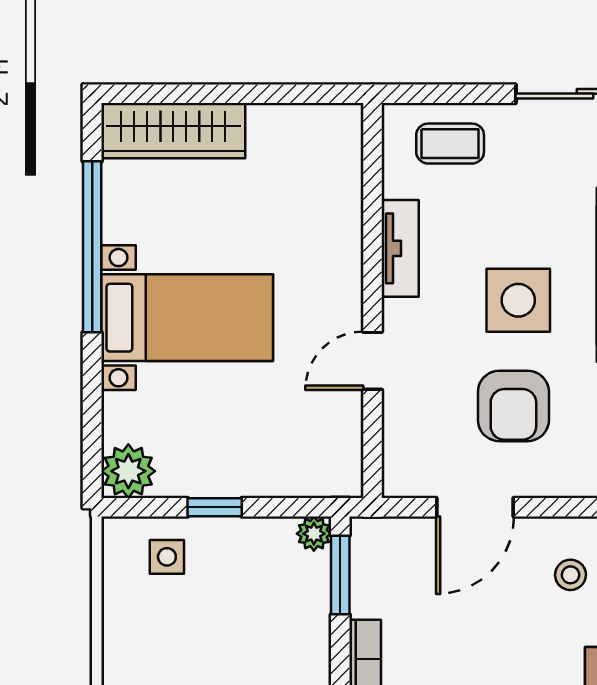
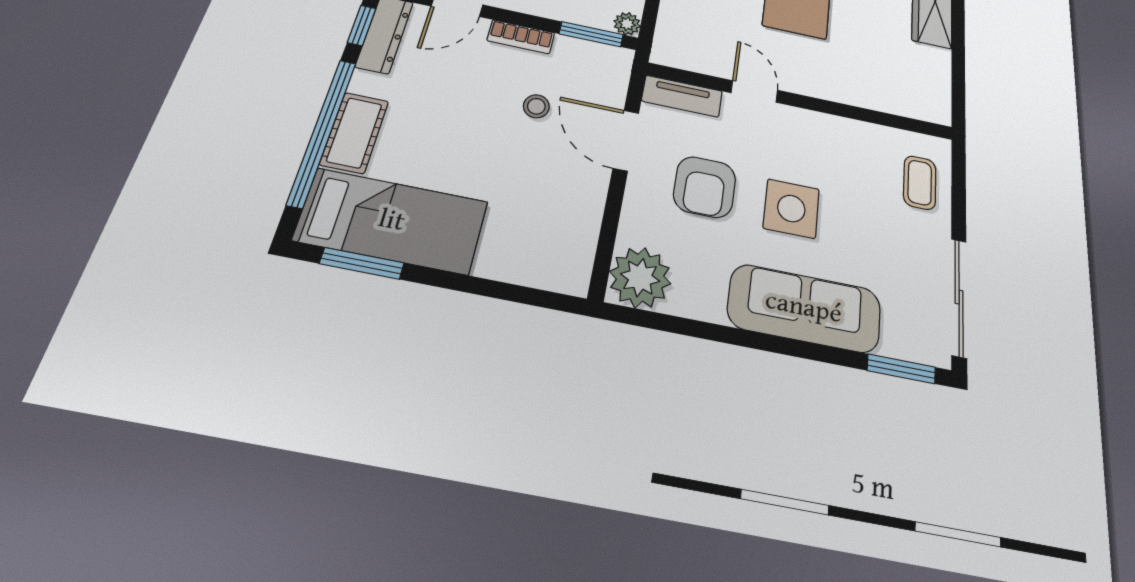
tv unit: (400, 248) -> (682, 96), moved
armchair: (513, 406) -> (705, 187), turned -90
stool: (571, 575) -> (536, 106), moved

